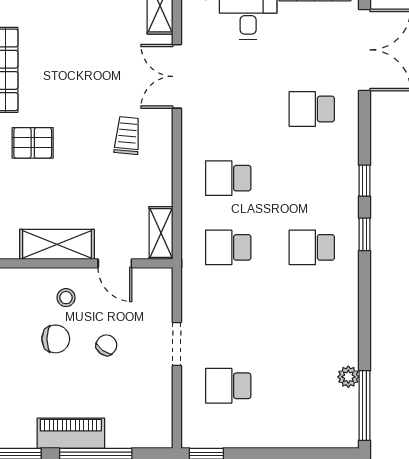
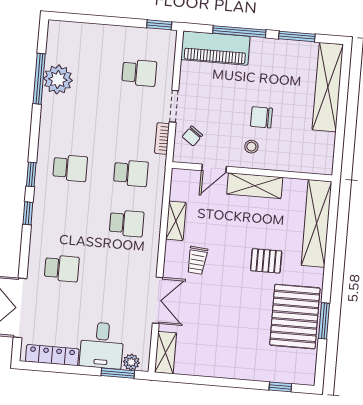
shelving: (161, 233) -> (176, 221), moved
door: (115, 263) -> (214, 168), swing flipped
bookcase: (189, 298) -> (162, 138), added
chair: (106, 345) -> (192, 136), moved
plant: (348, 377) -> (58, 79), width x1.88, depth x1.88
window: (365, 406) -> (39, 79), moved
piano: (71, 433) -> (215, 48), moved, width x1.37, depth x1.33

